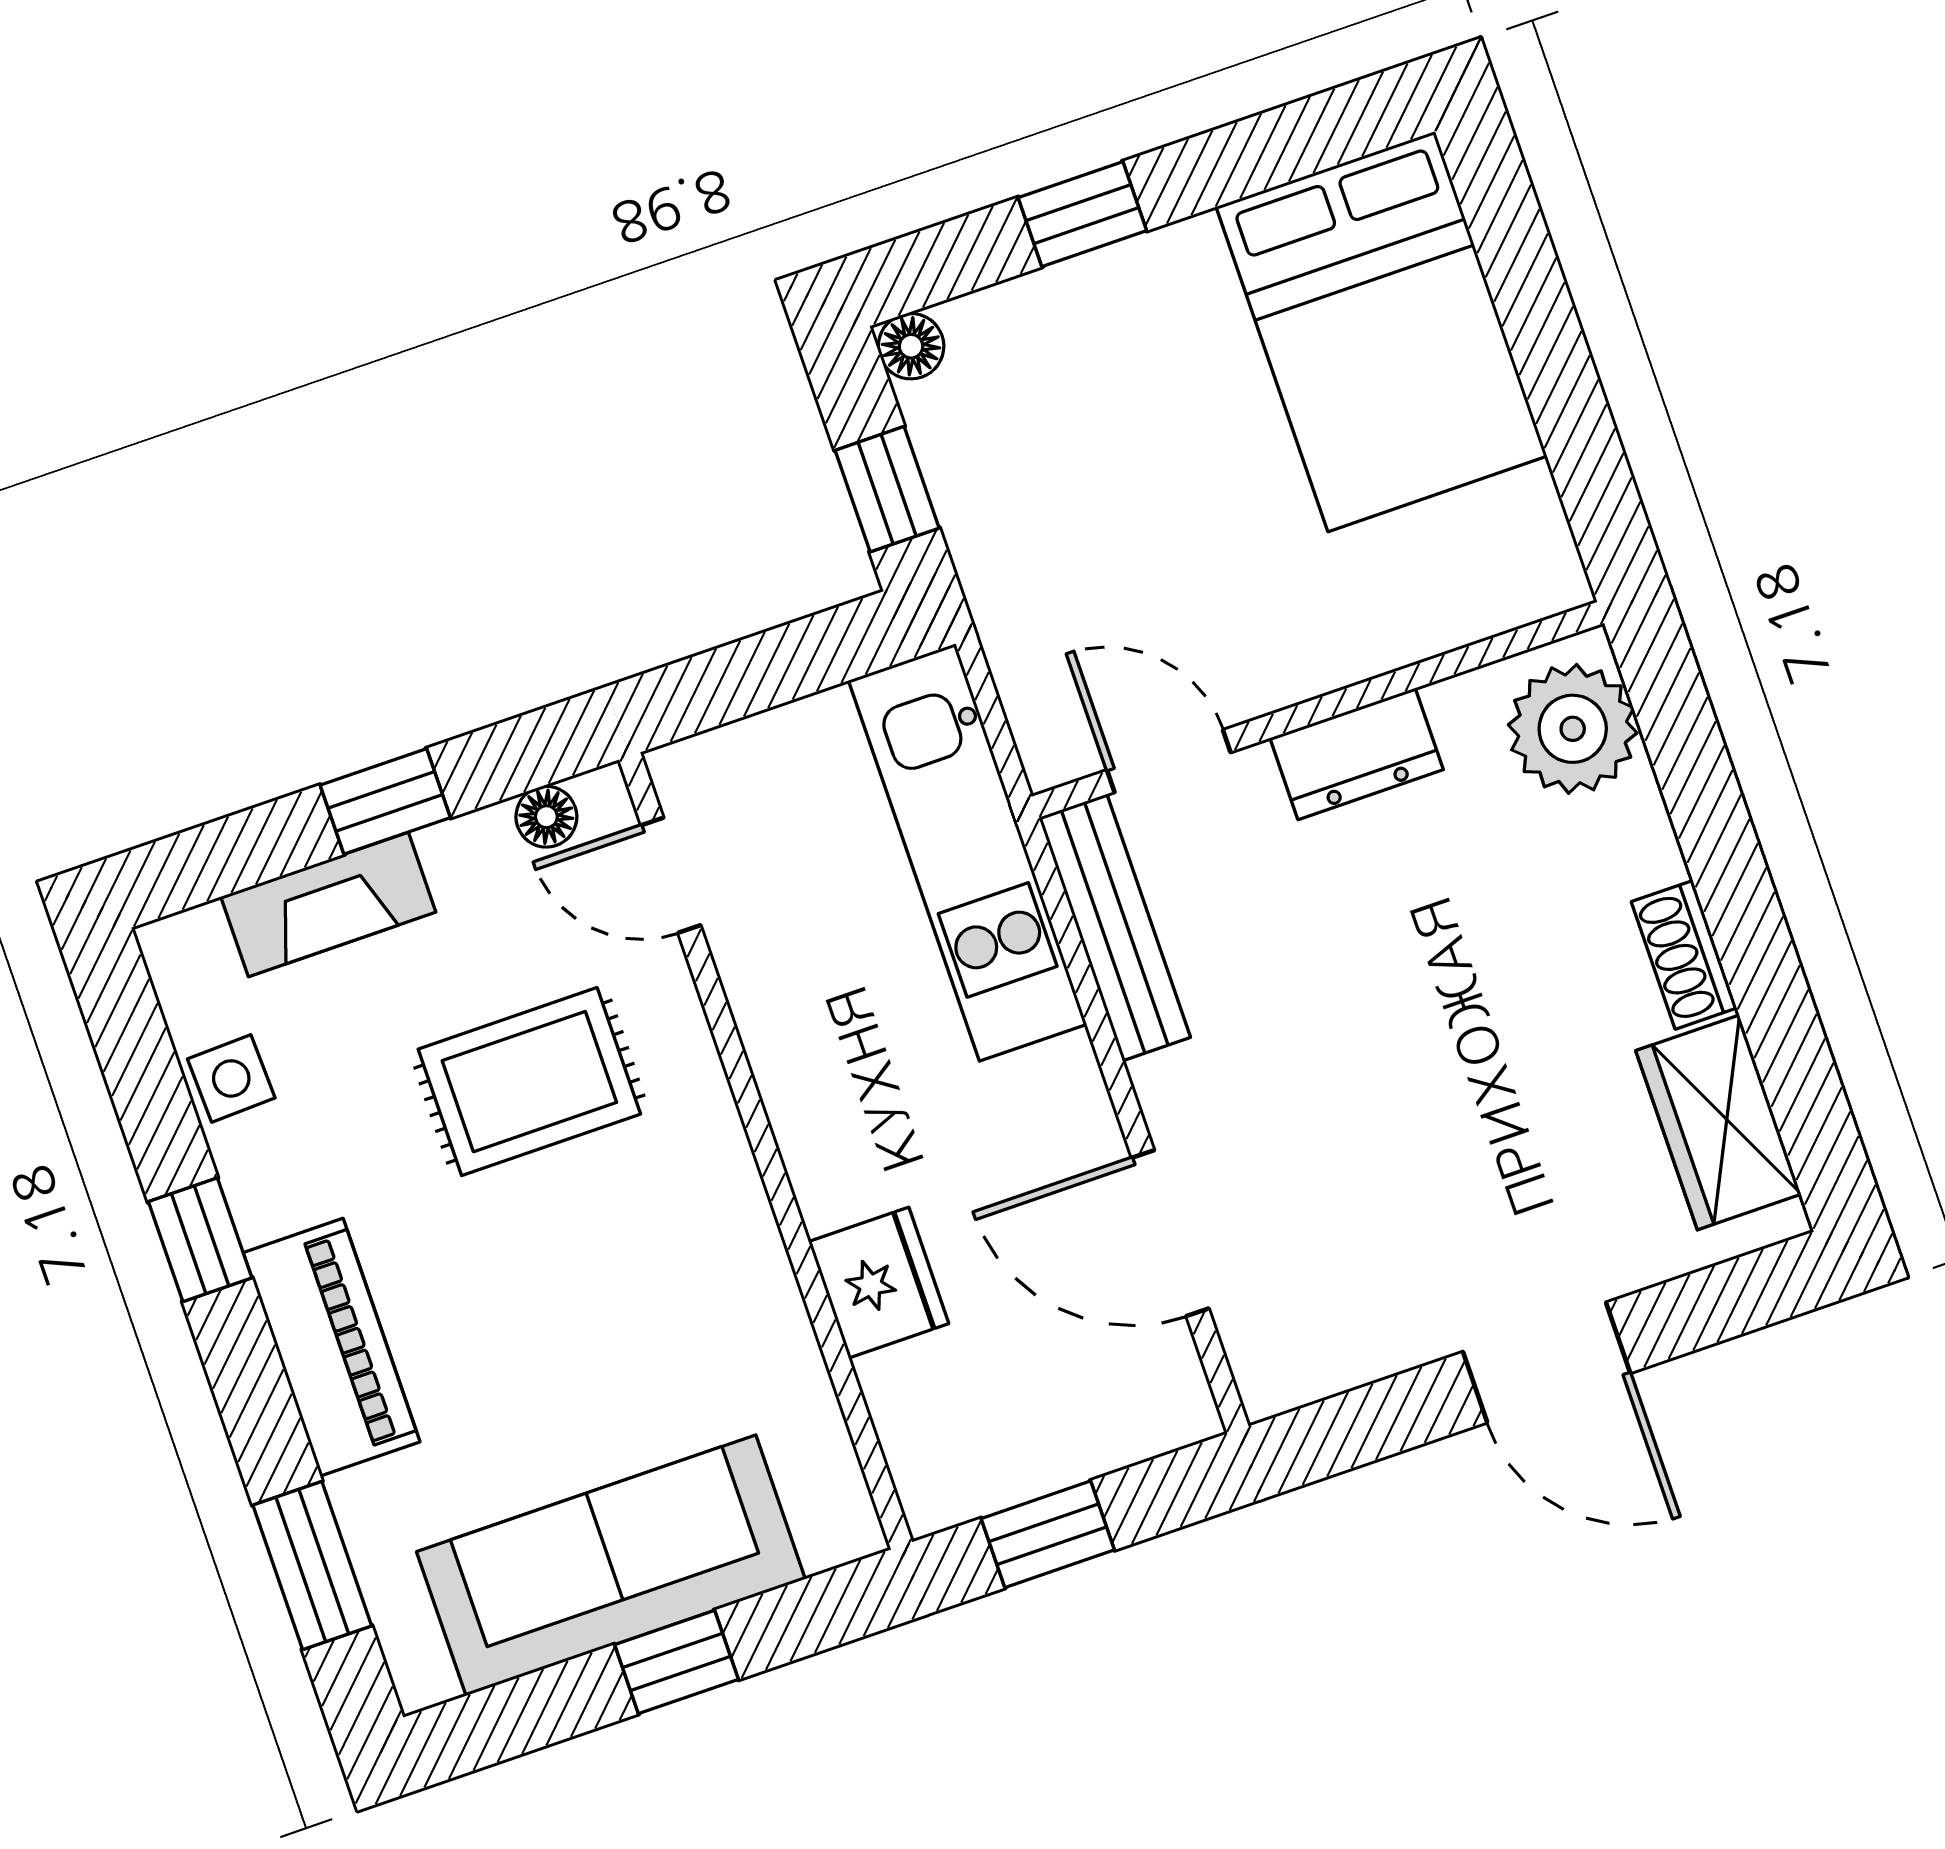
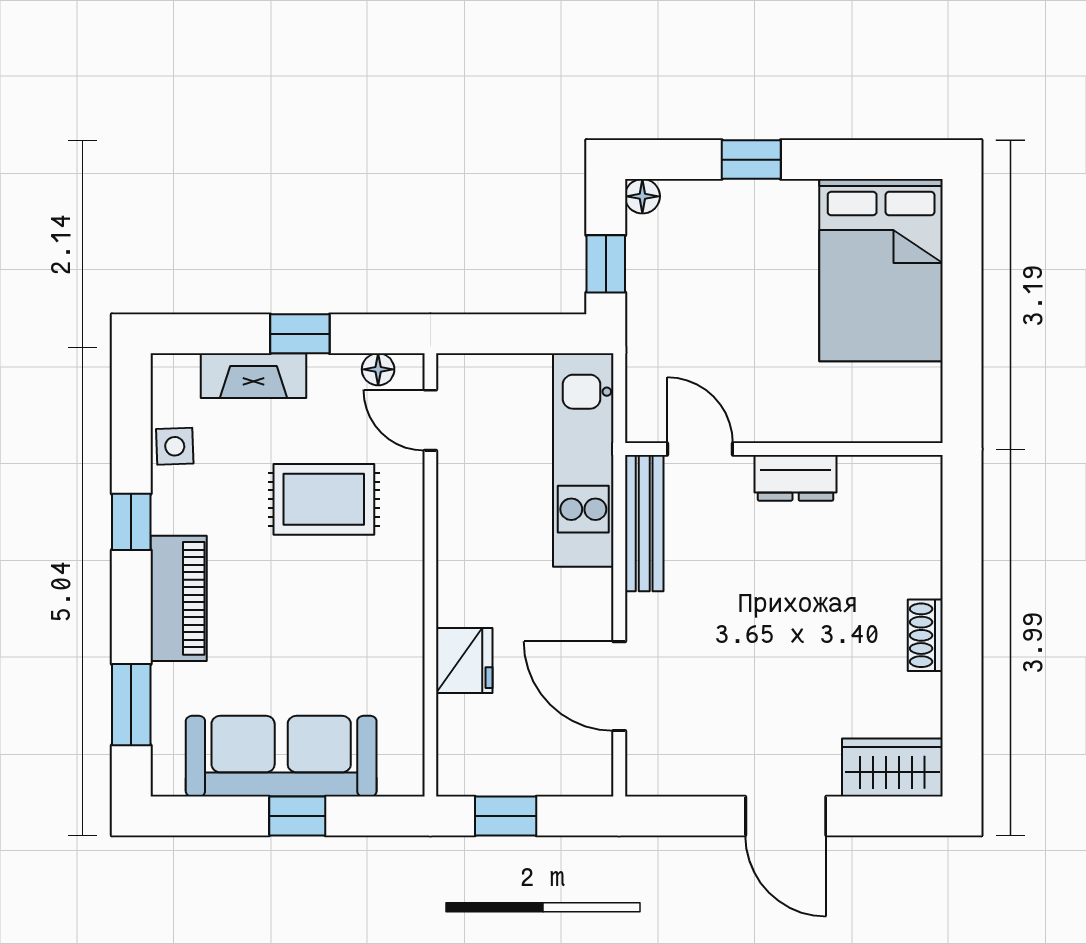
plant: (1573, 729) -> (908, 503), removed
wardrobe: (1718, 1122) -> (892, 768), moved, turned 90

